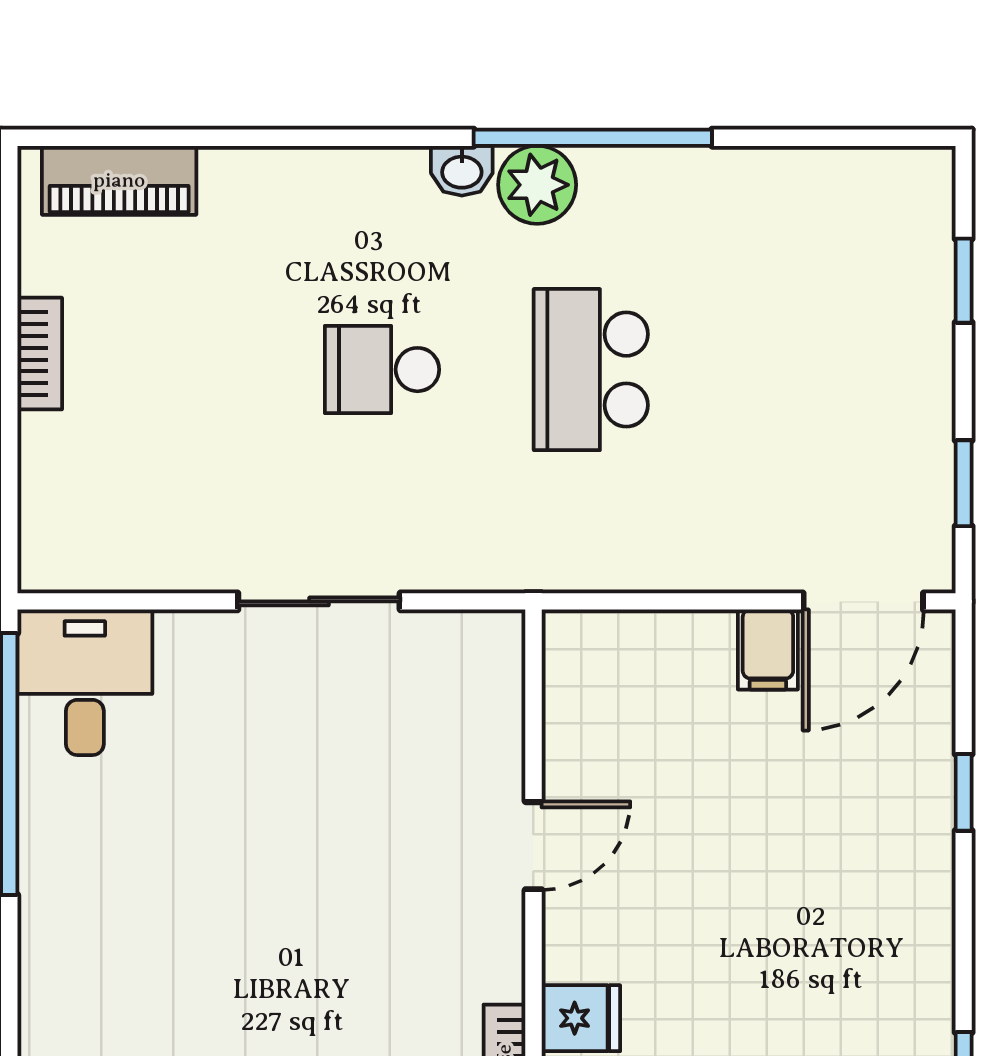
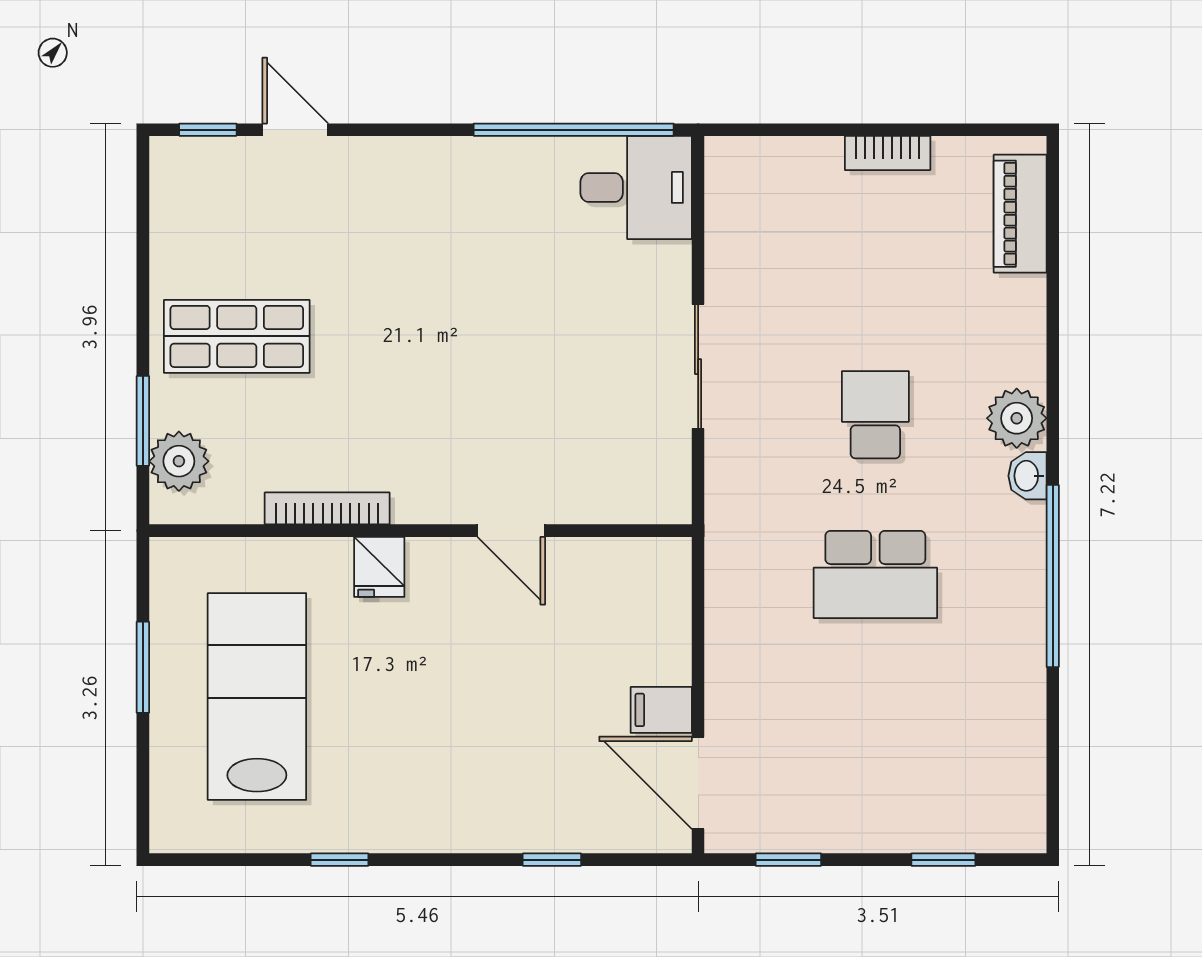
plant: (537, 185) -> (1017, 418), moved
school desk: (591, 370) -> (875, 575), turned 180

